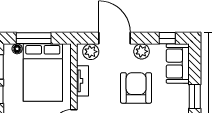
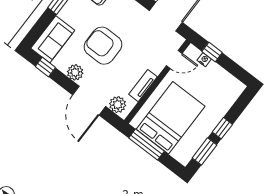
window: (34, 38) -> (147, 145), moved
floor lamp: (17, 49) -> (177, 154), removed
armchair: (136, 88) -> (103, 46), turned 90

